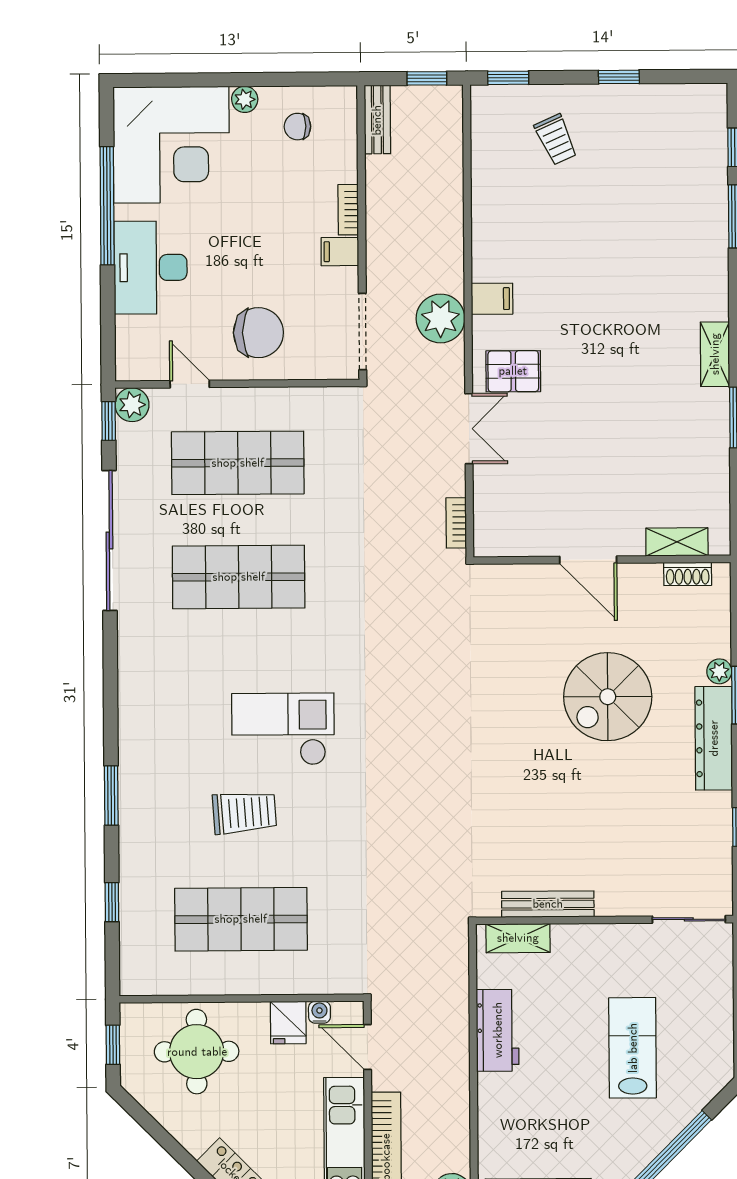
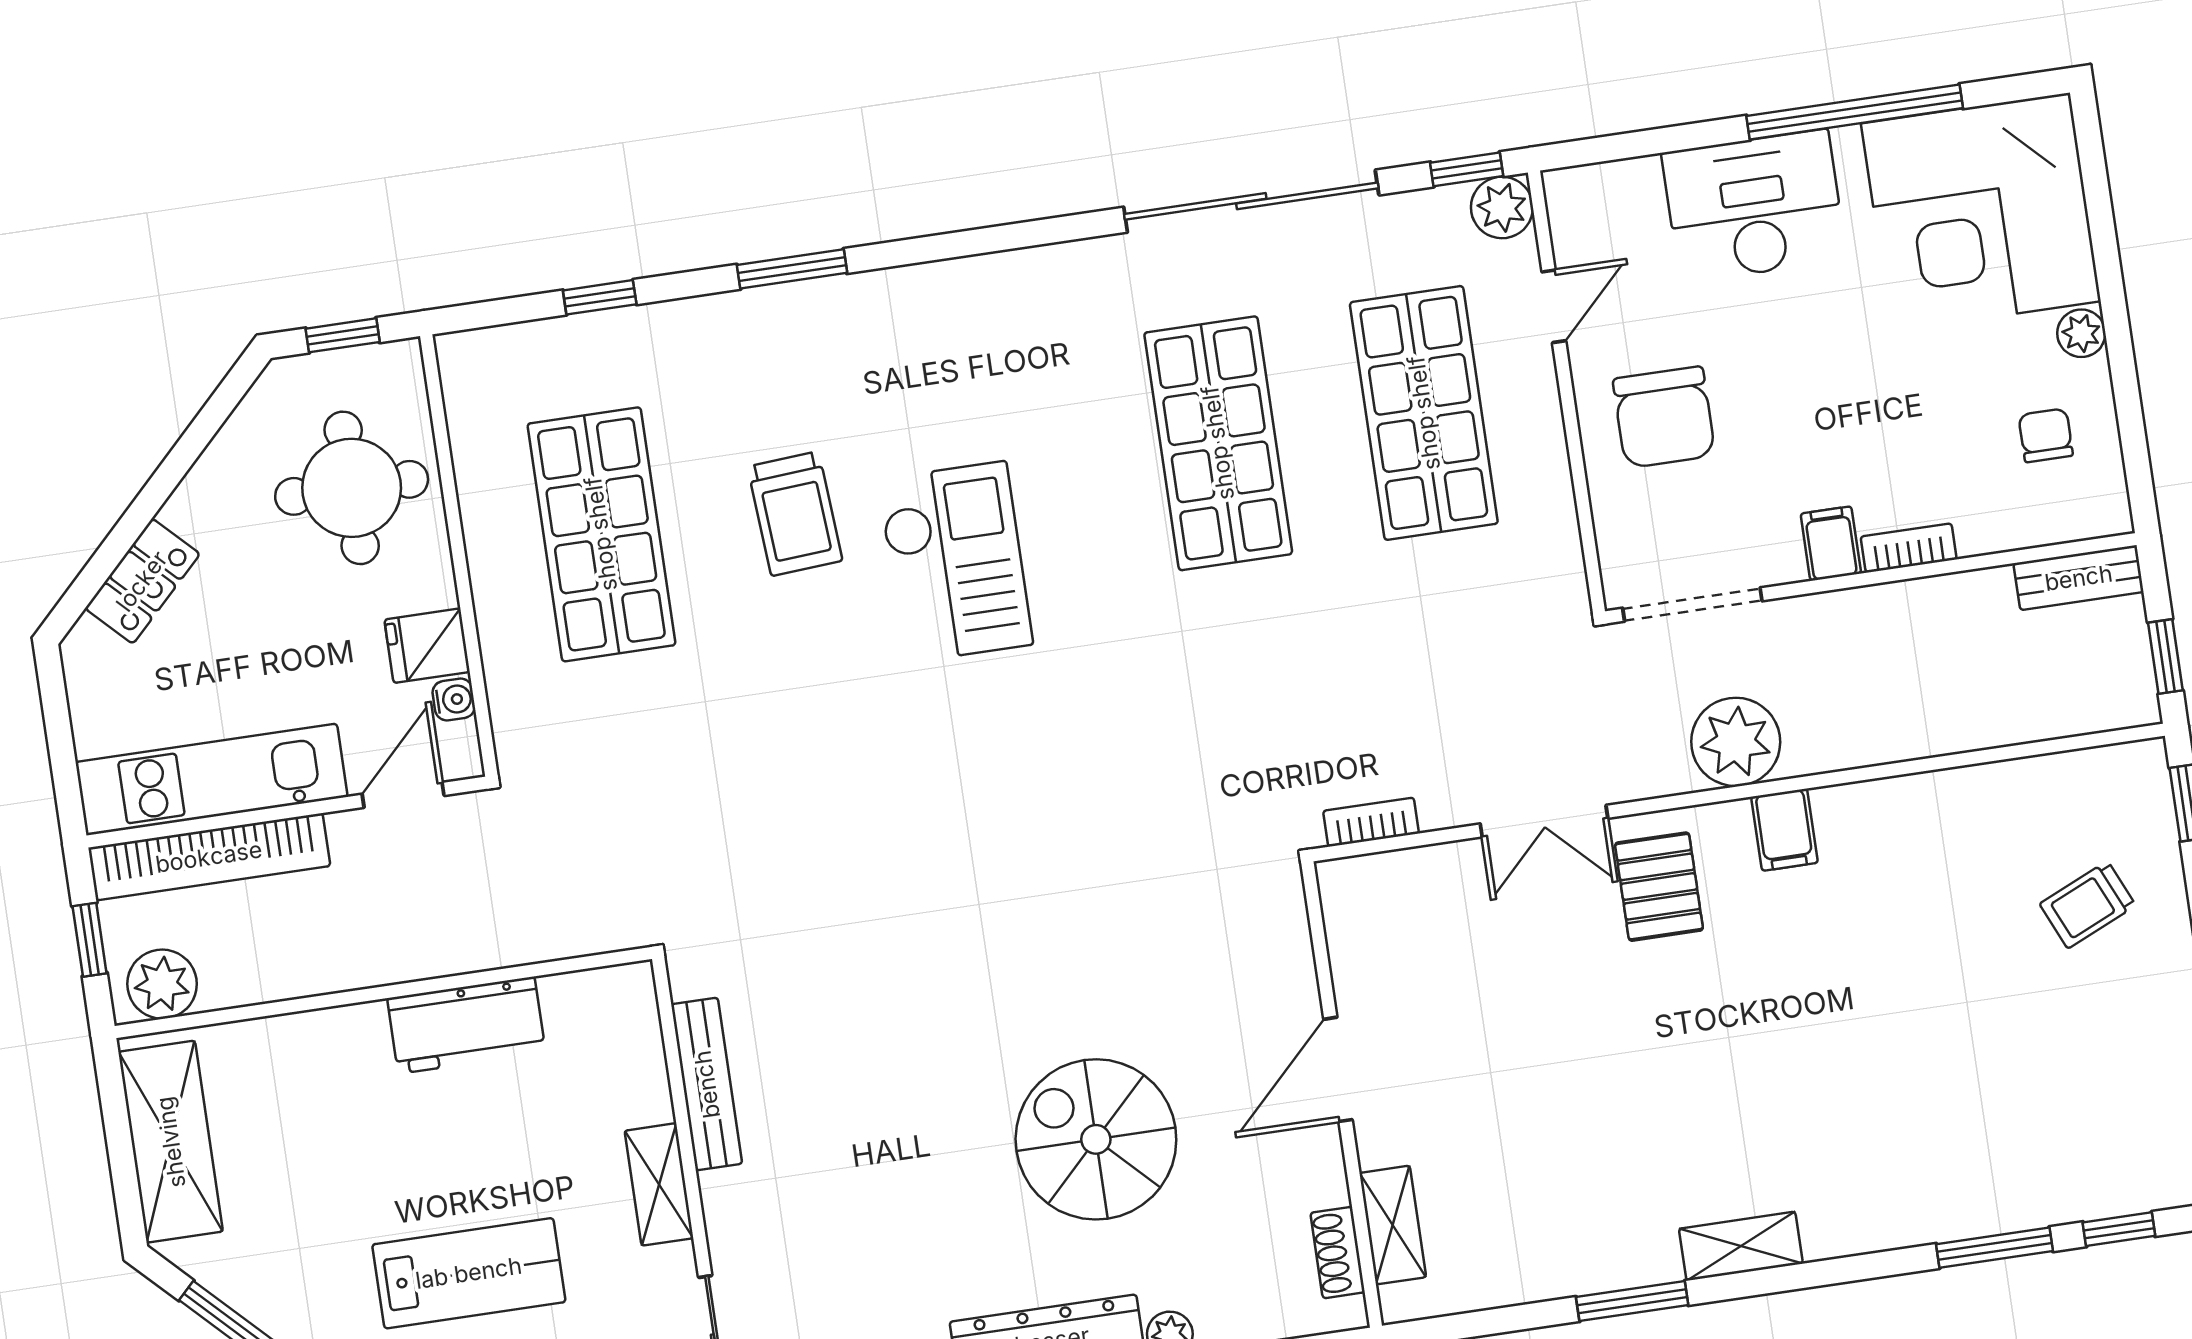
shelving: (518, 938) -> (659, 1184), moved

